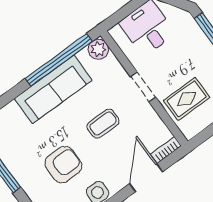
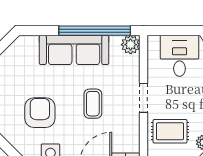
coffee table: (103, 124) -> (93, 104), turned 90
armchair: (63, 165) -> (40, 113), turned -90

